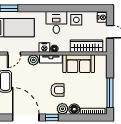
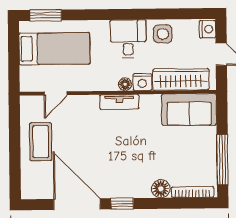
nightstand: (44, 48) -> (142, 82), moved
plant: (33, 60) -> (89, 104), removed
sofa: (79, 64) -> (189, 110), moved
armchair: (58, 90) -> (131, 156), removed
plant: (62, 109) -> (140, 188), removed

